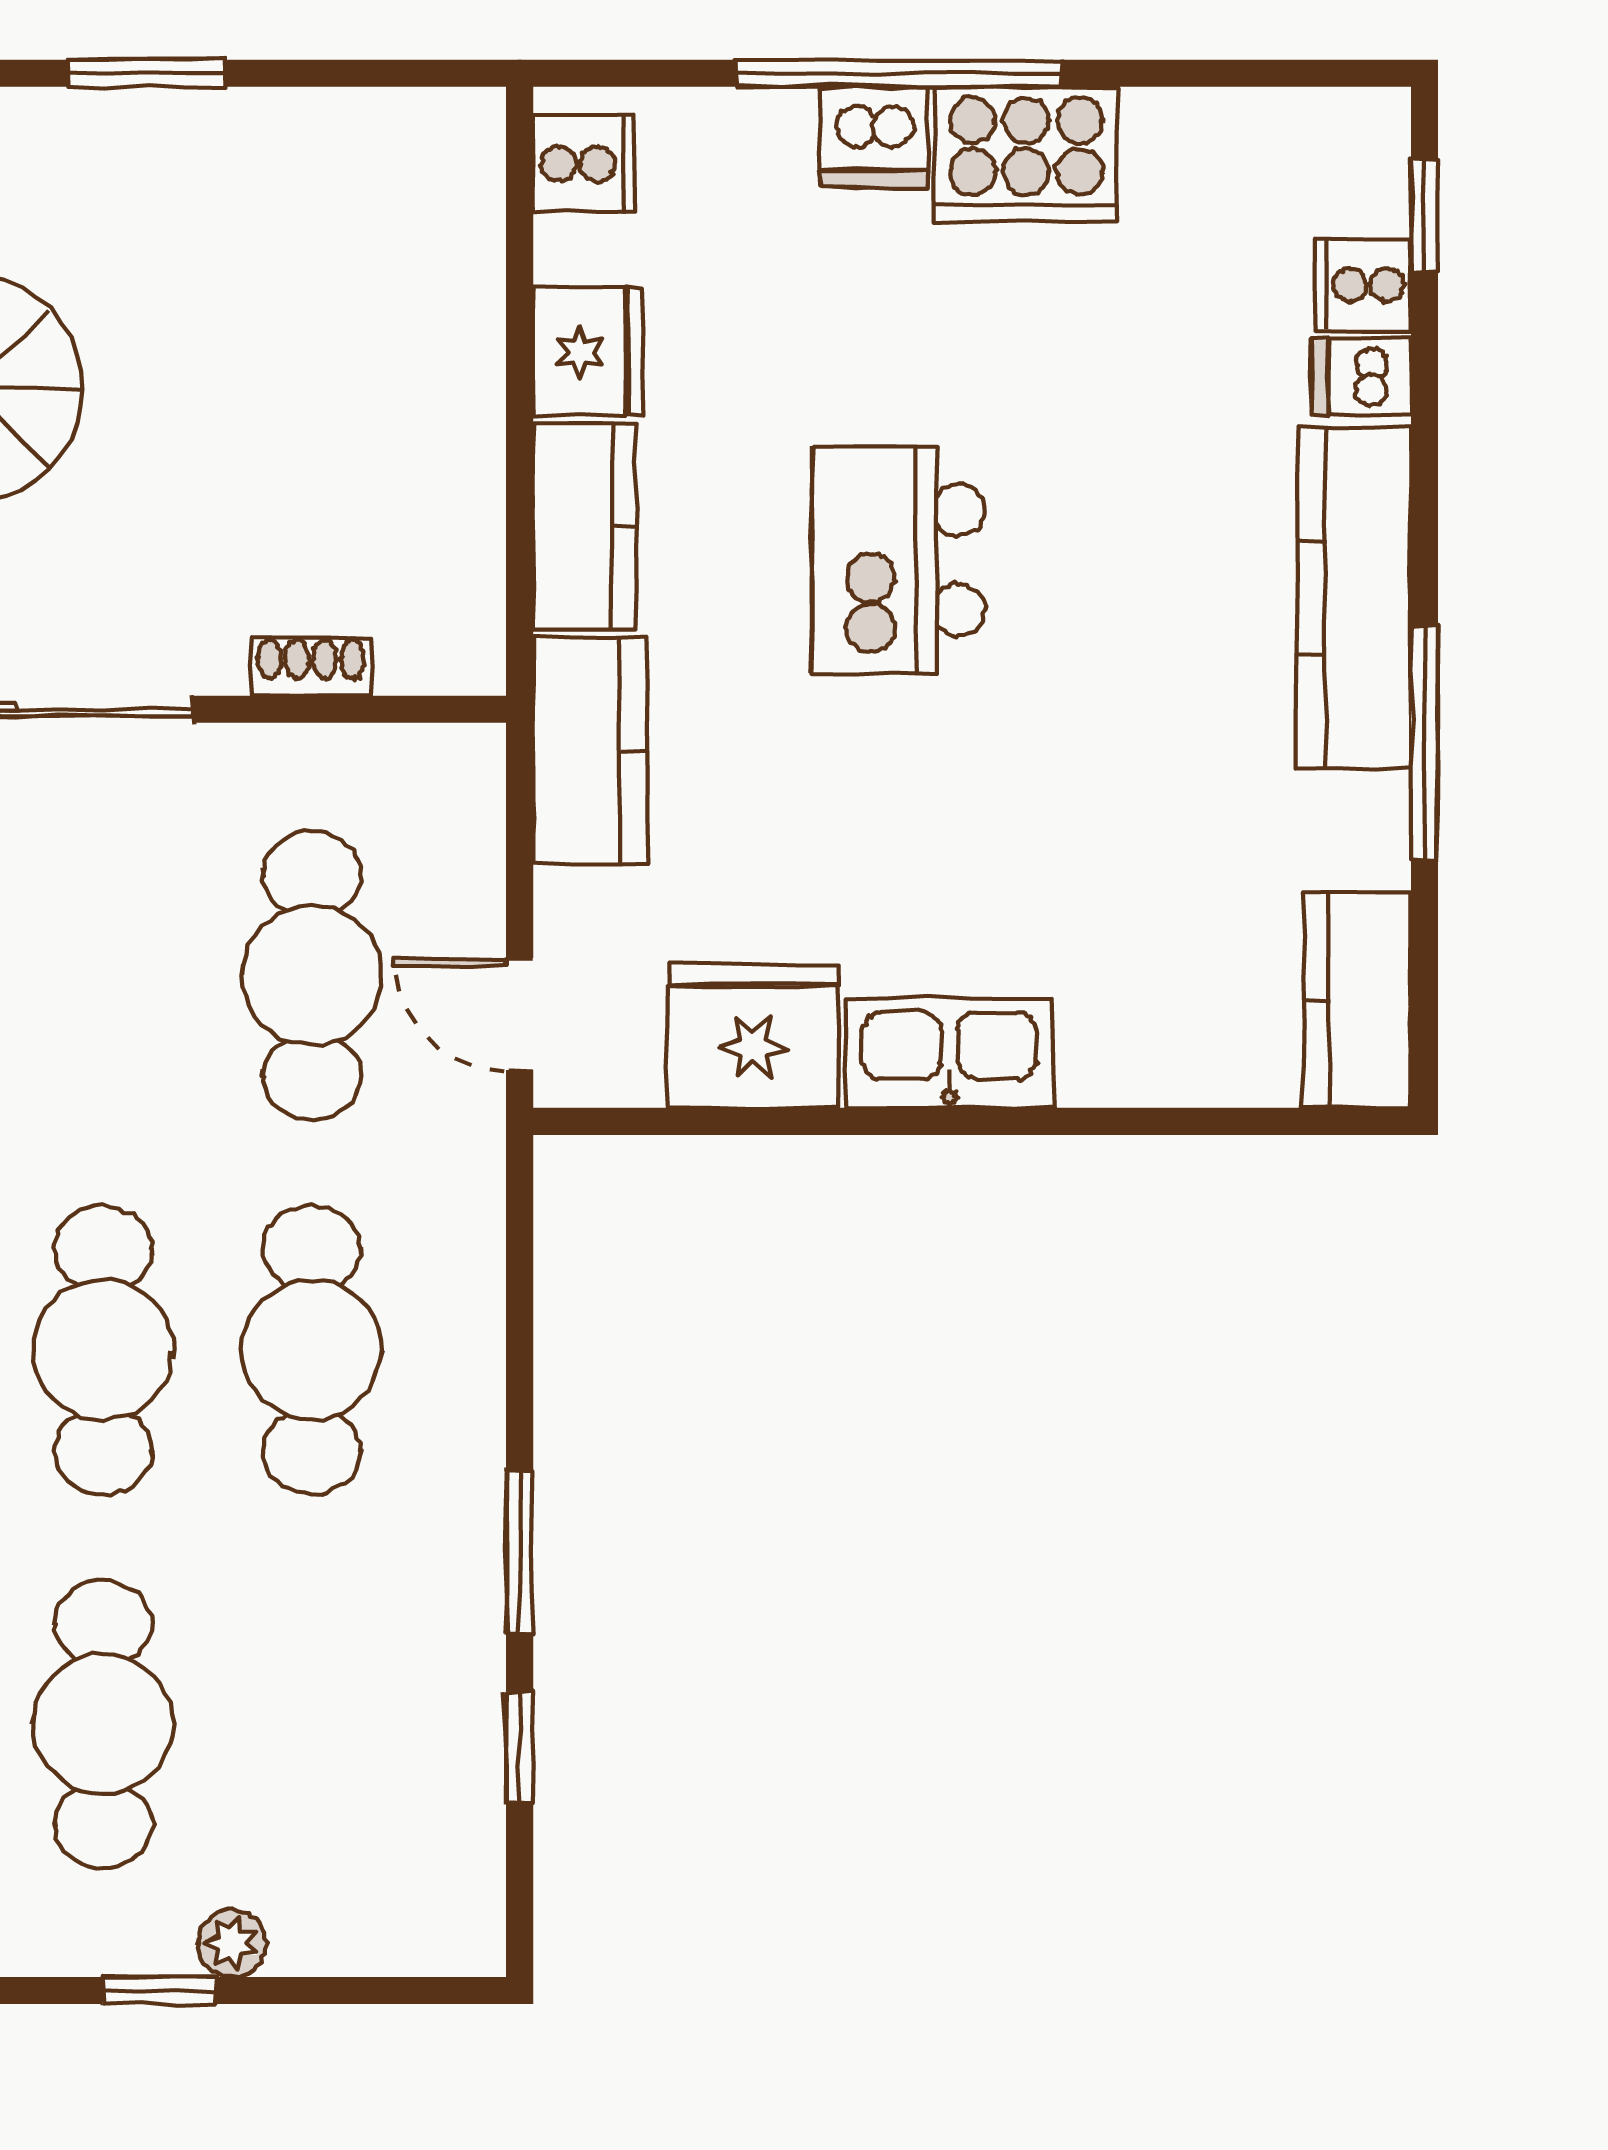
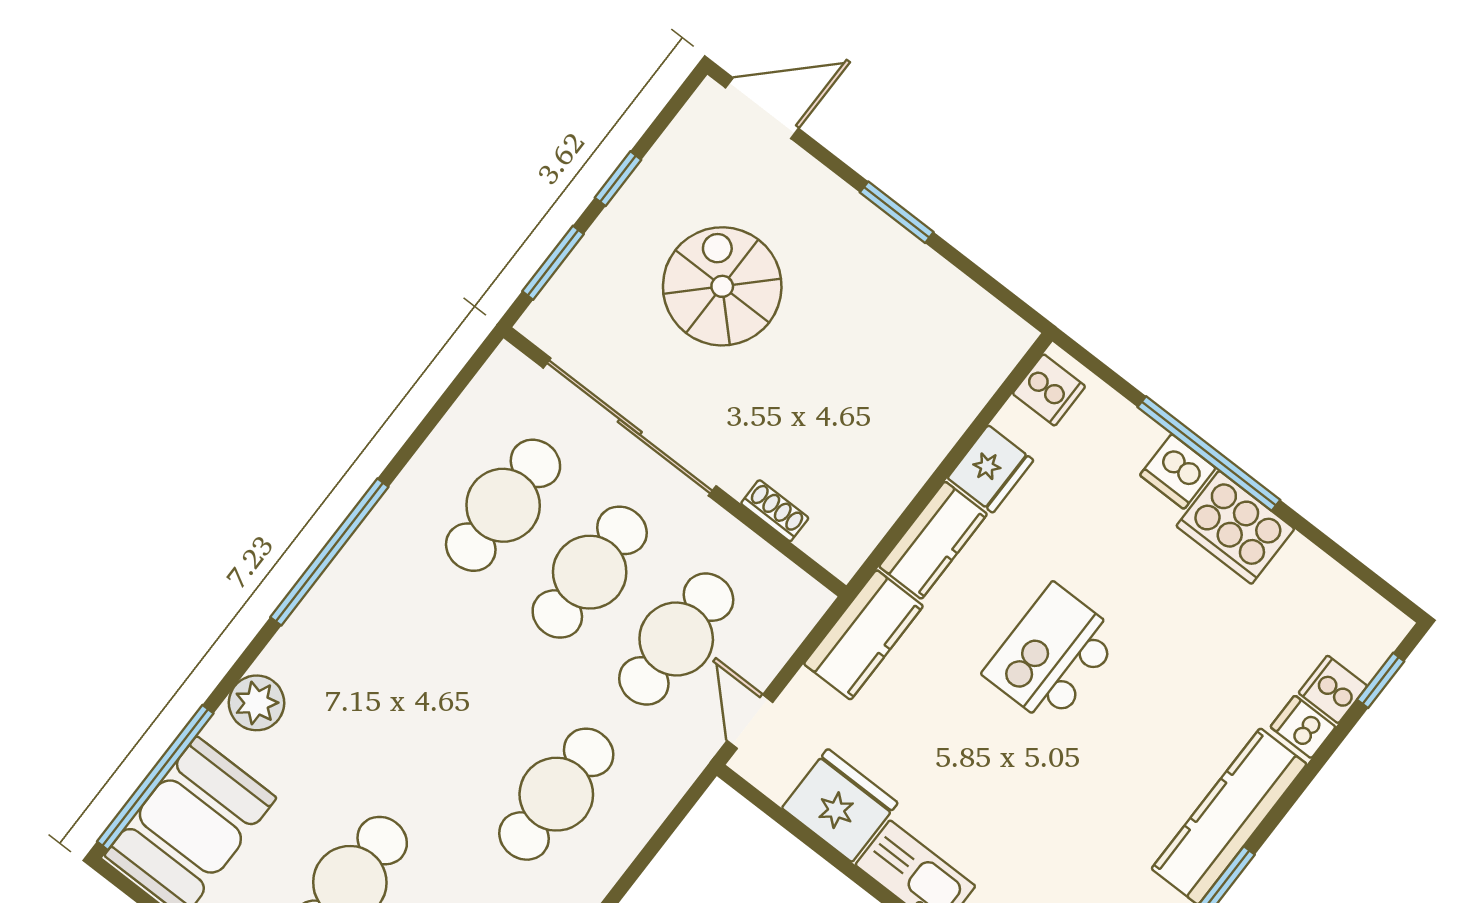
cafe table: (103, 1350) -> (590, 572), moved

